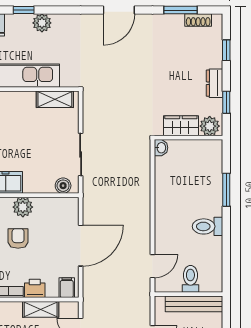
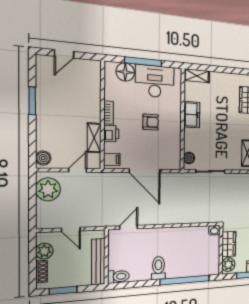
window: (226, 190) -> (185, 280), width x2.11
plant: (23, 207) -> (174, 127), removed
door: (153, 266) -> (129, 227), swing flipped
toilet: (190, 279) -> (118, 276), moved

